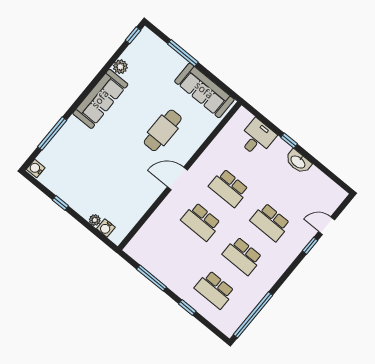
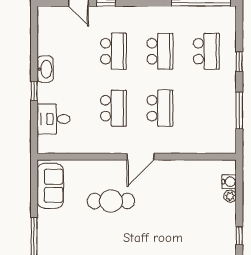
sofa: (204, 90) -> (50, 186), width x0.73
door: (177, 178) -> (140, 157), hinge flipped

